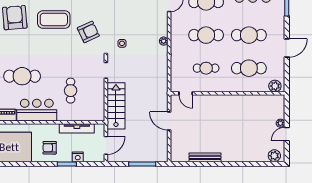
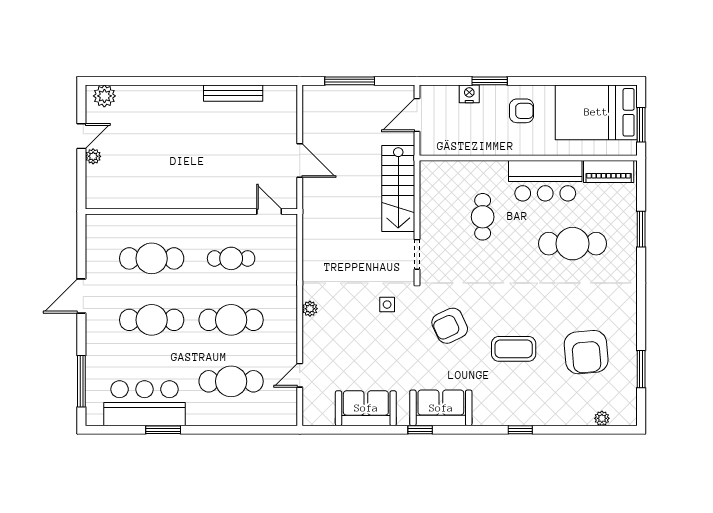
coffee table: (54, 19) -> (514, 349), width x0.73, depth x0.76
plant: (275, 86) -> (103, 225), removed
tv unit: (77, 128) -> (471, 147), removed

